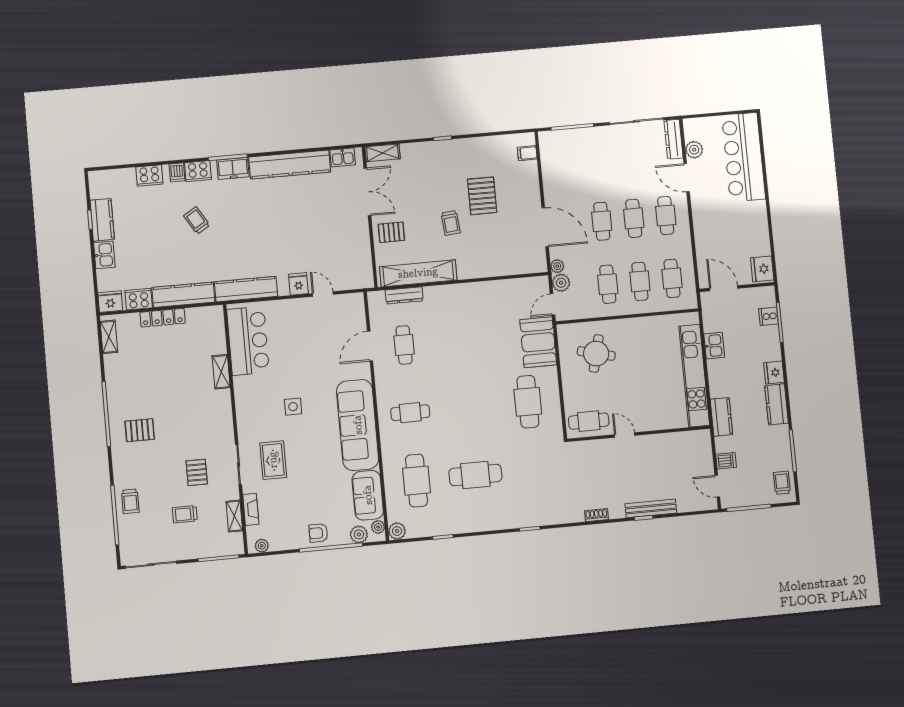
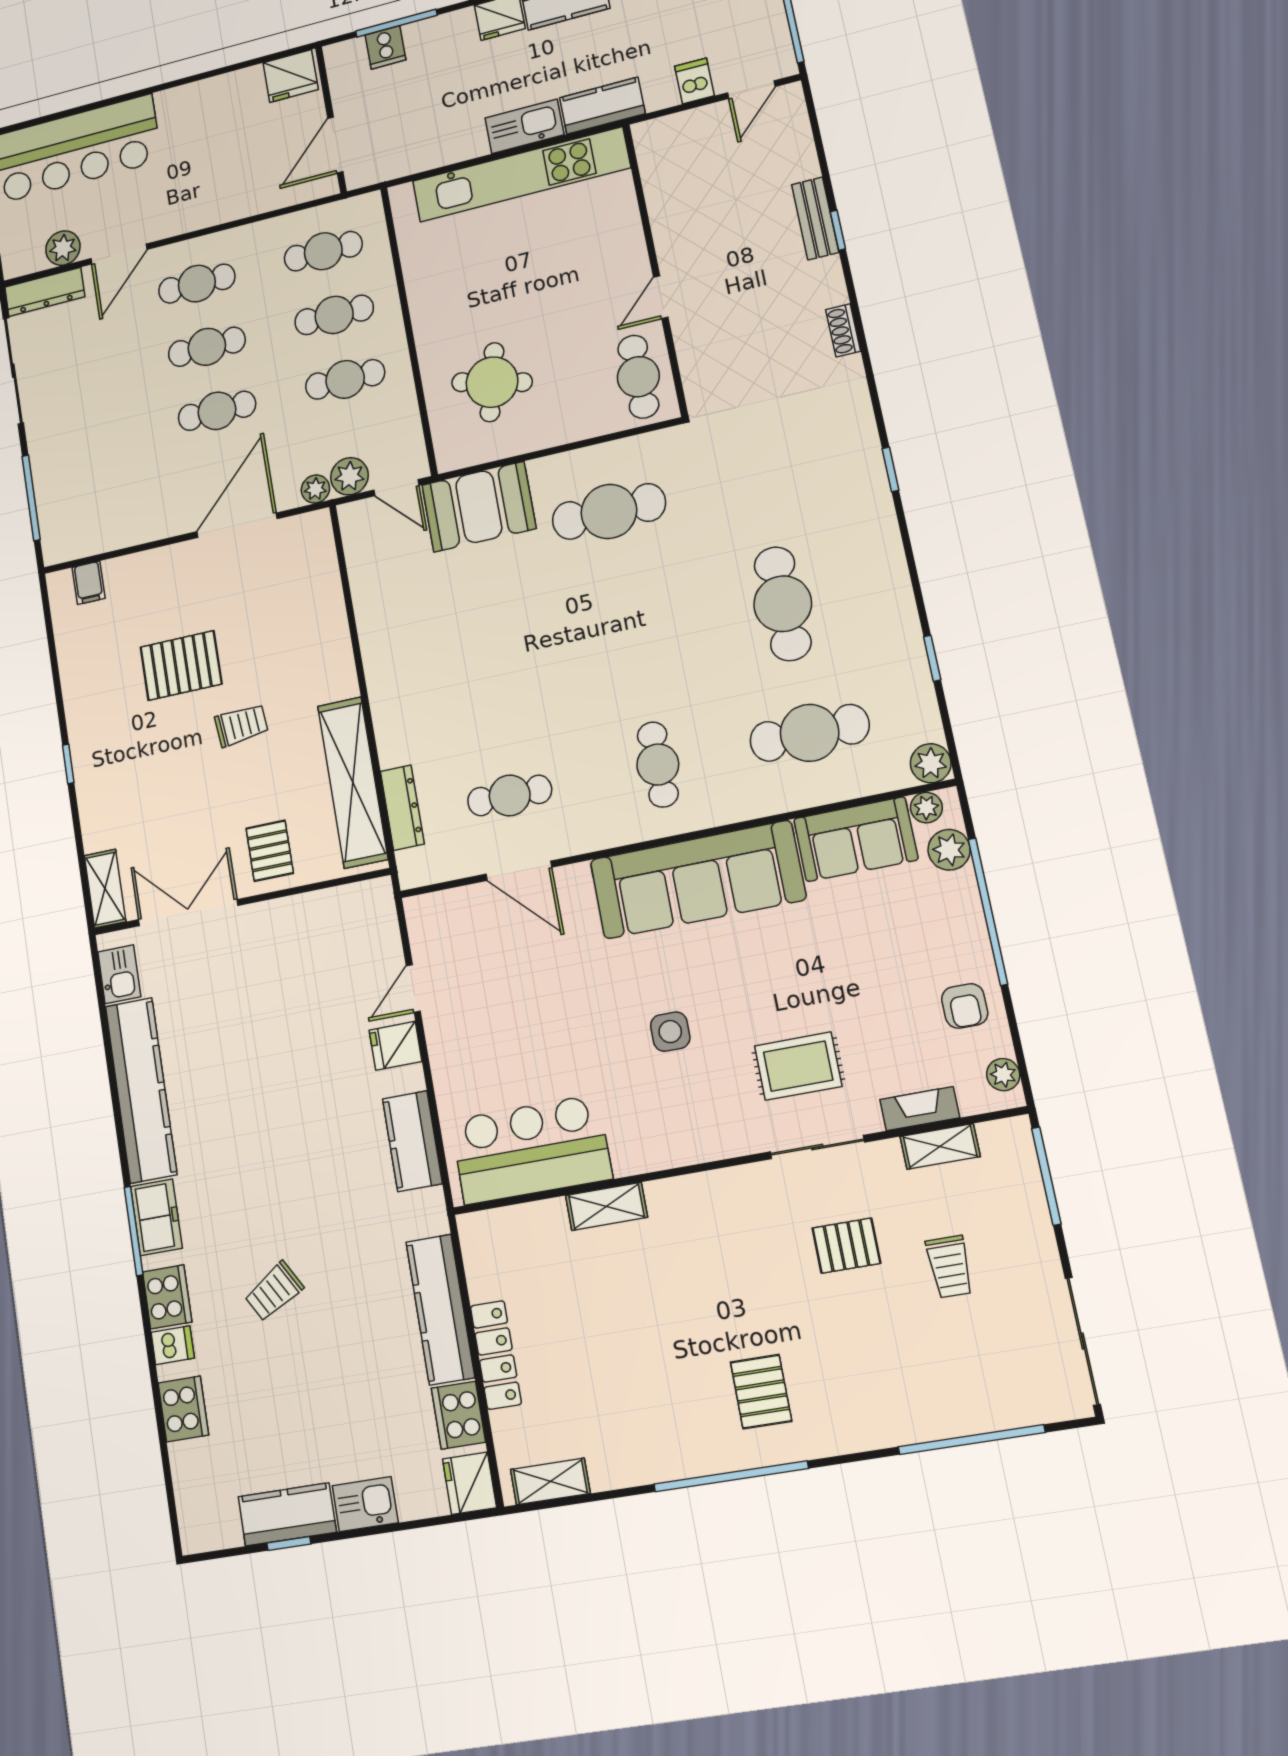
kitchen counter: (246, 289) -> (412, 1141), width x0.67
kitchen sink: (714, 346) -> (524, 126), moved, width x1.38
trolley: (130, 501) -> (934, 1403), removed
bench: (651, 508) -> (815, 218), width x0.73
armchair: (318, 533) -> (965, 1006), moved

